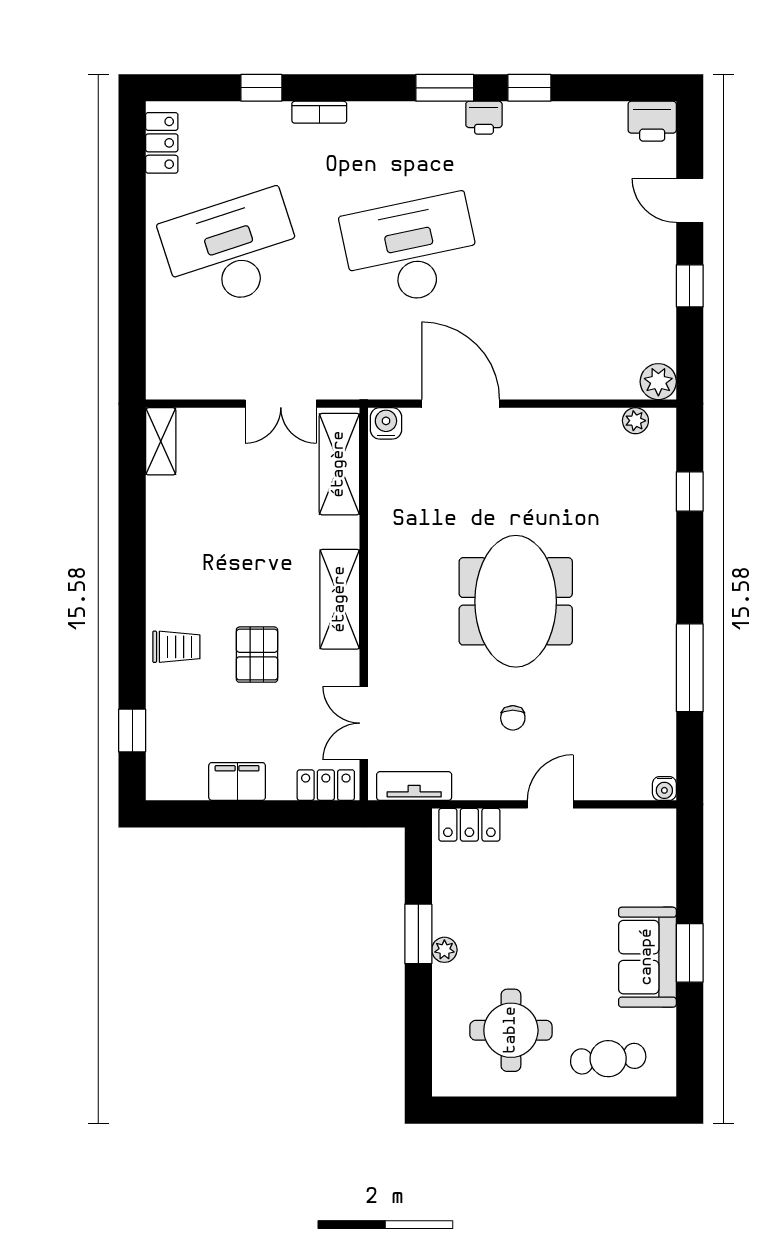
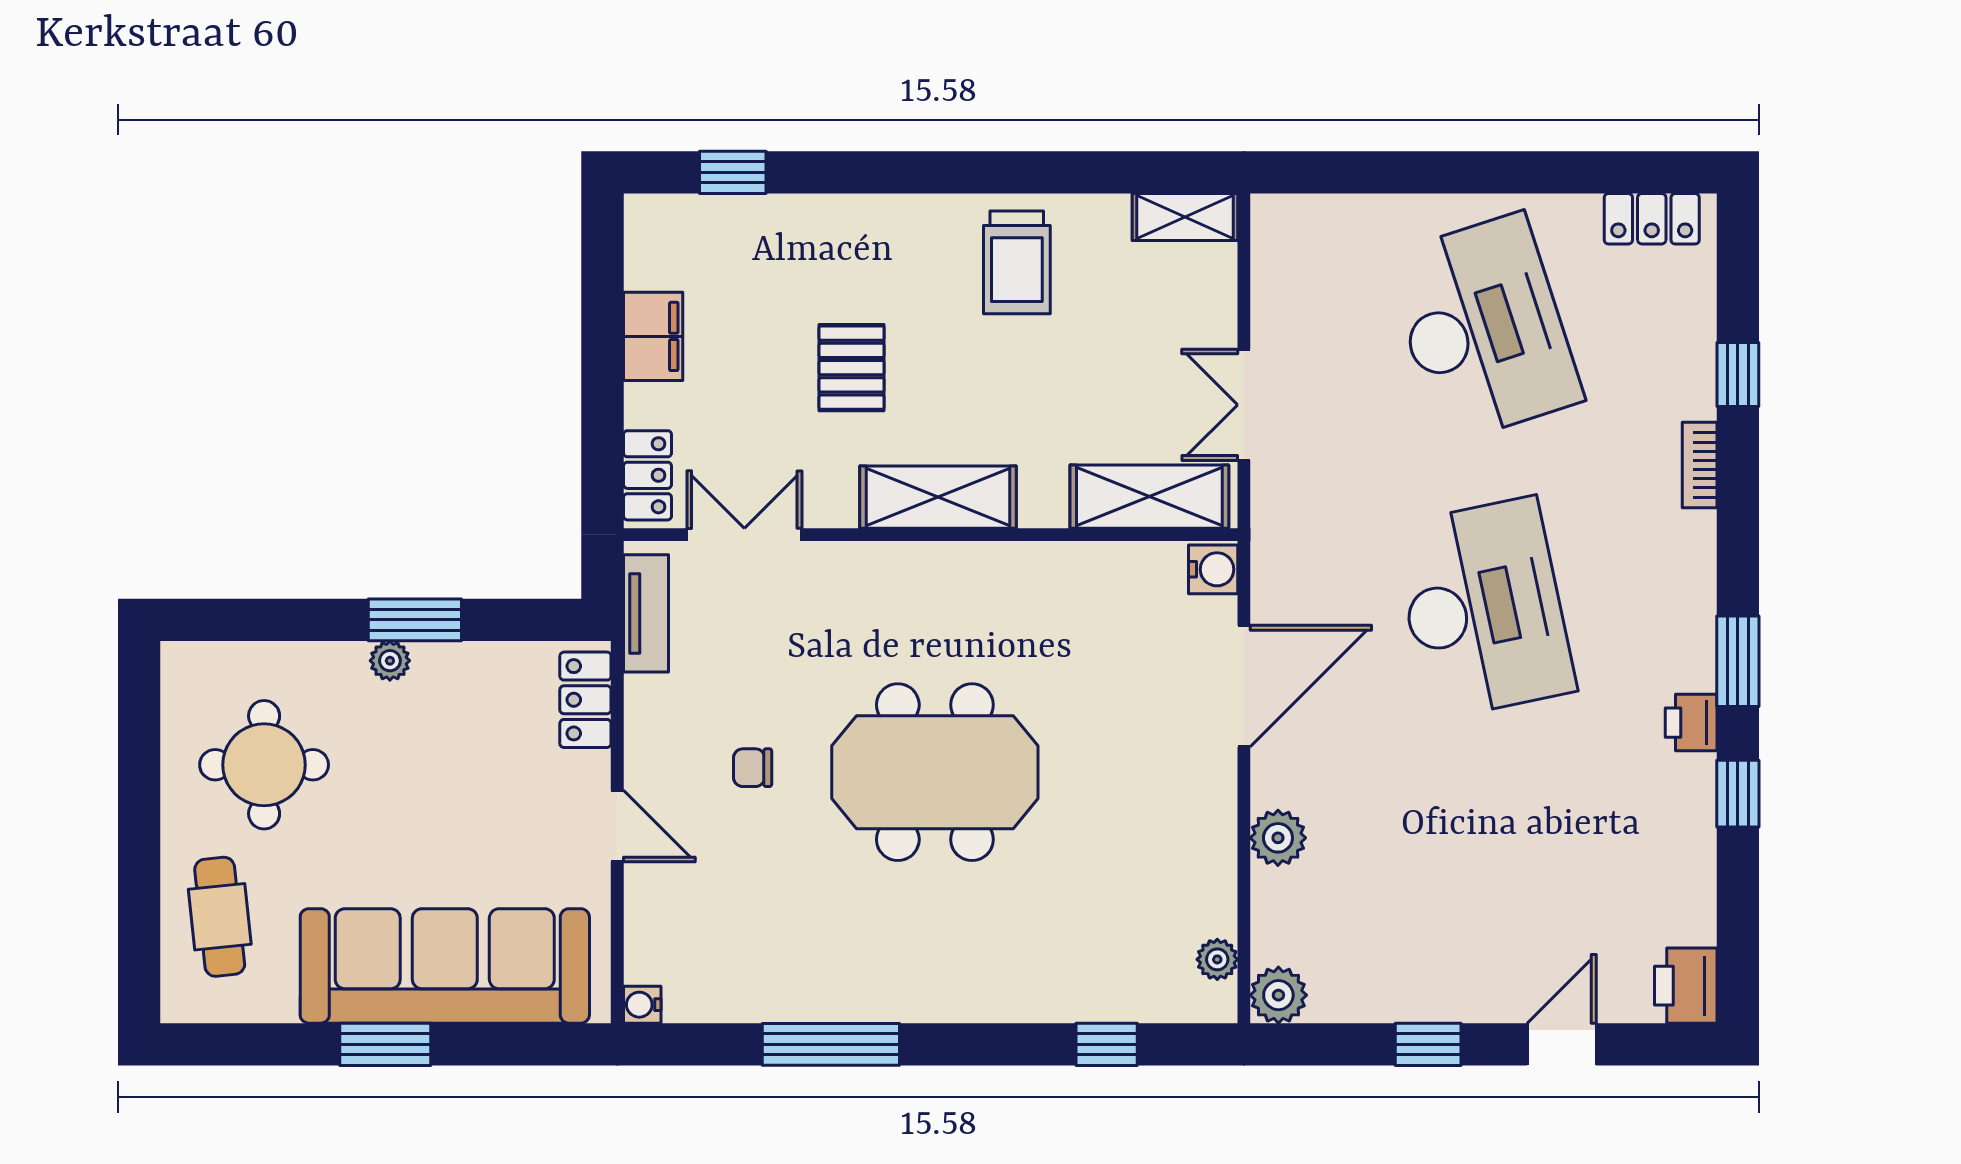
plant: (558, 382) -> (1278, 838), added
trolley: (176, 647) -> (1017, 262), moved, width x1.36, depth x1.39
pallet: (257, 655) -> (852, 368), turned 90
sofa: (647, 957) -> (445, 966), width x1.85, depth x1.27

